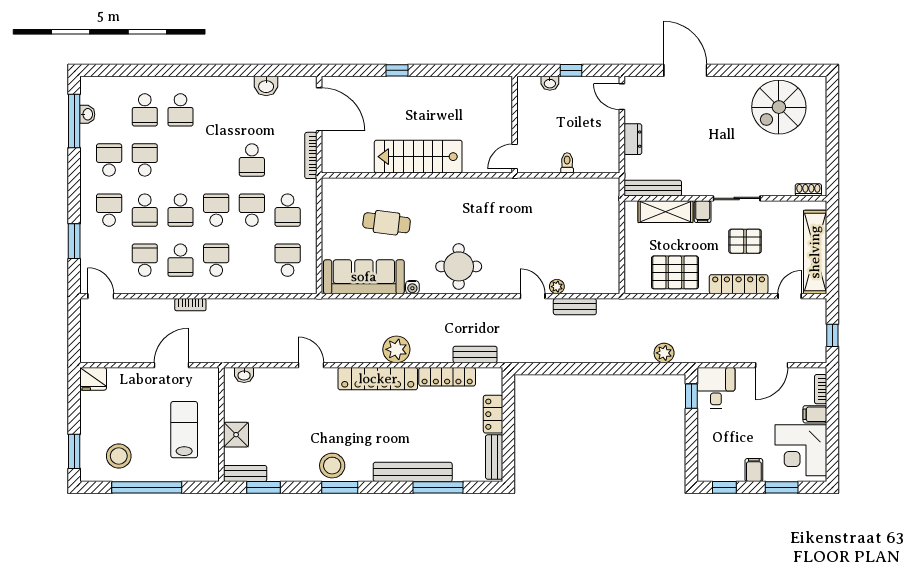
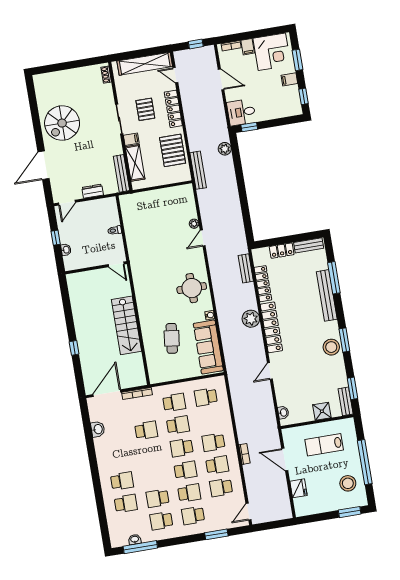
spiral stairs: (779, 107) -> (62, 123), moved, turned 90
school desk: (252, 210) -> (178, 425), turned 180
bench: (575, 307) -> (198, 170), moved, width x1.36
fridge: (93, 379) -> (298, 488), moved

